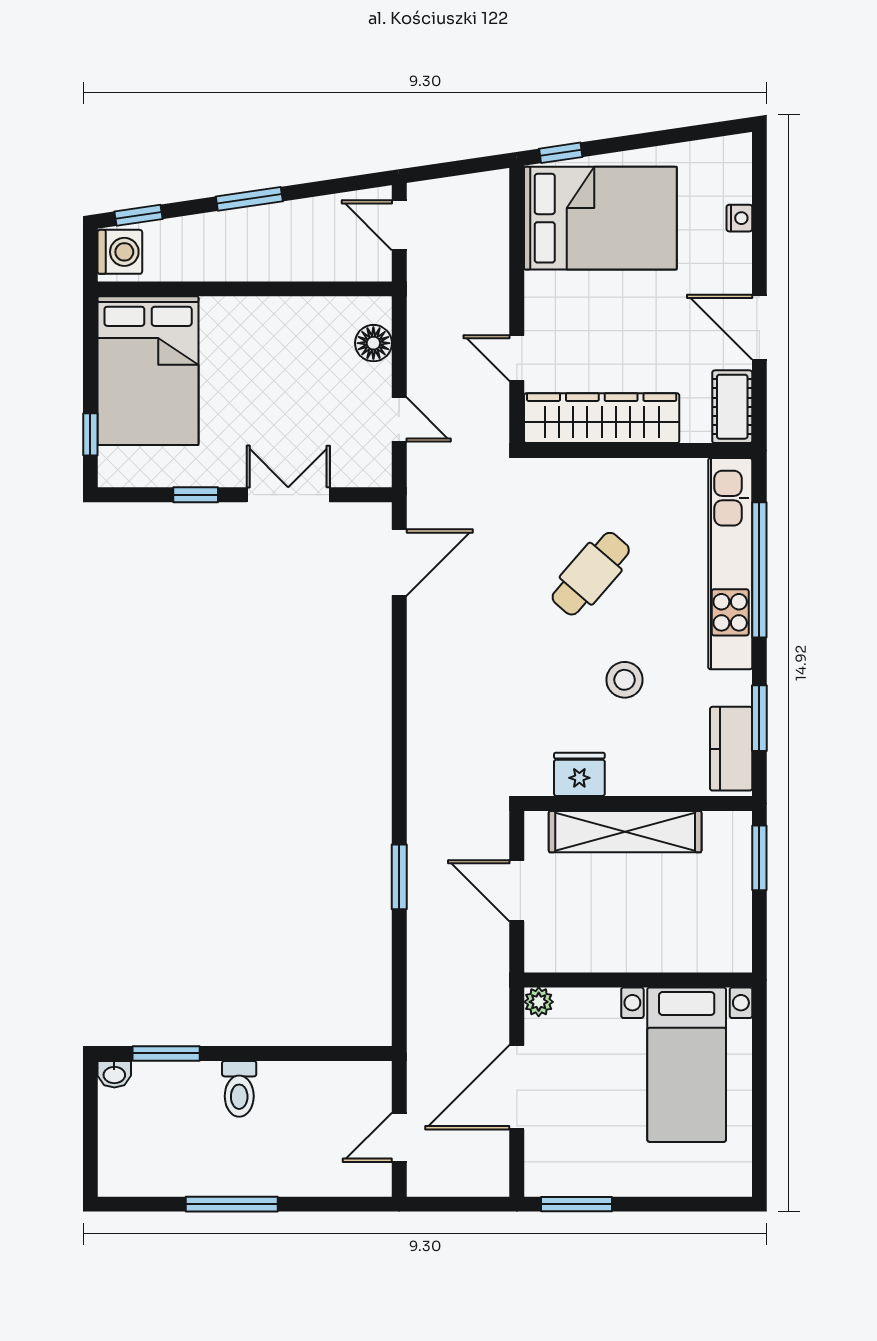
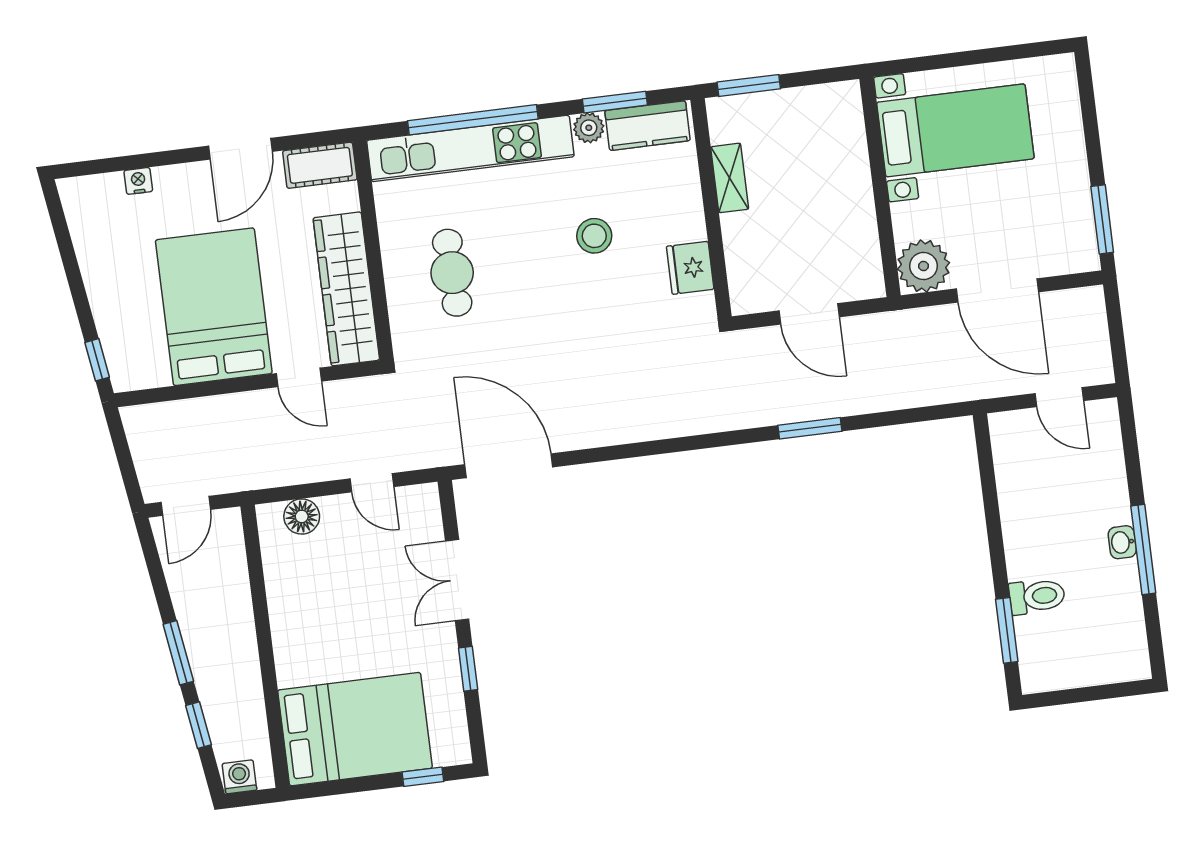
window: (139, 215) -> (198, 725), moved
bed: (600, 218) -> (214, 307), moved
washing machine: (120, 252) -> (239, 777), width x0.73, depth x0.73
door: (517, 358) -> (299, 377), hinge flipped
door: (399, 420) -> (372, 483), swing flipped
door: (399, 562) -> (509, 466), width x1.36
cafe table: (591, 574) -> (452, 273), moved, turned 47
plant: (736, 688) -> (589, 128), added
shelving: (625, 832) -> (730, 178), width x0.45, depth x0.75
door: (517, 891) -> (809, 314), hinge flipped
plant: (539, 1002) -> (924, 266), width x1.88, depth x1.88
washbasin: (114, 1074) -> (1122, 542), moved, turned 180
toilet: (239, 1089) -> (1037, 596), moved

